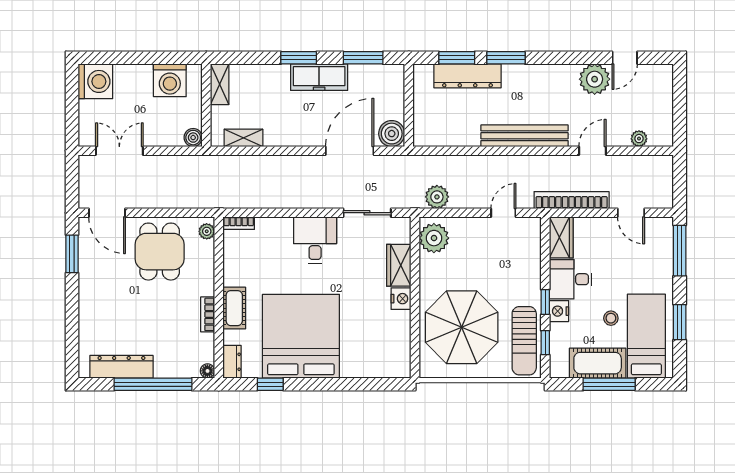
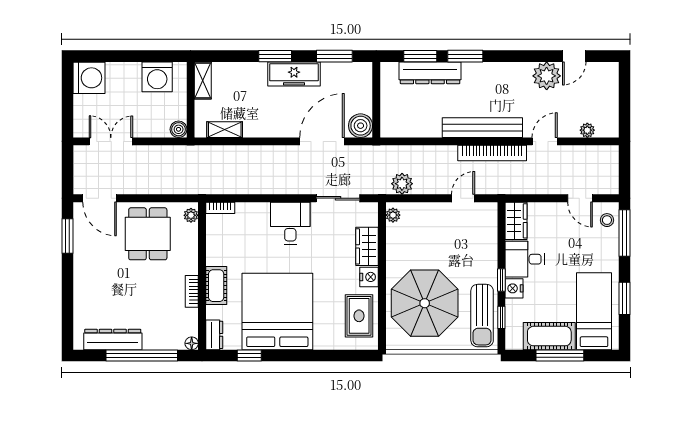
bookcase: (572, 200) -> (492, 153), moved, turned 180
plant: (434, 238) -> (393, 215), width x0.53, depth x0.53
stool: (611, 318) -> (607, 220), moved
rug: (390, 341) -> (359, 316), added

